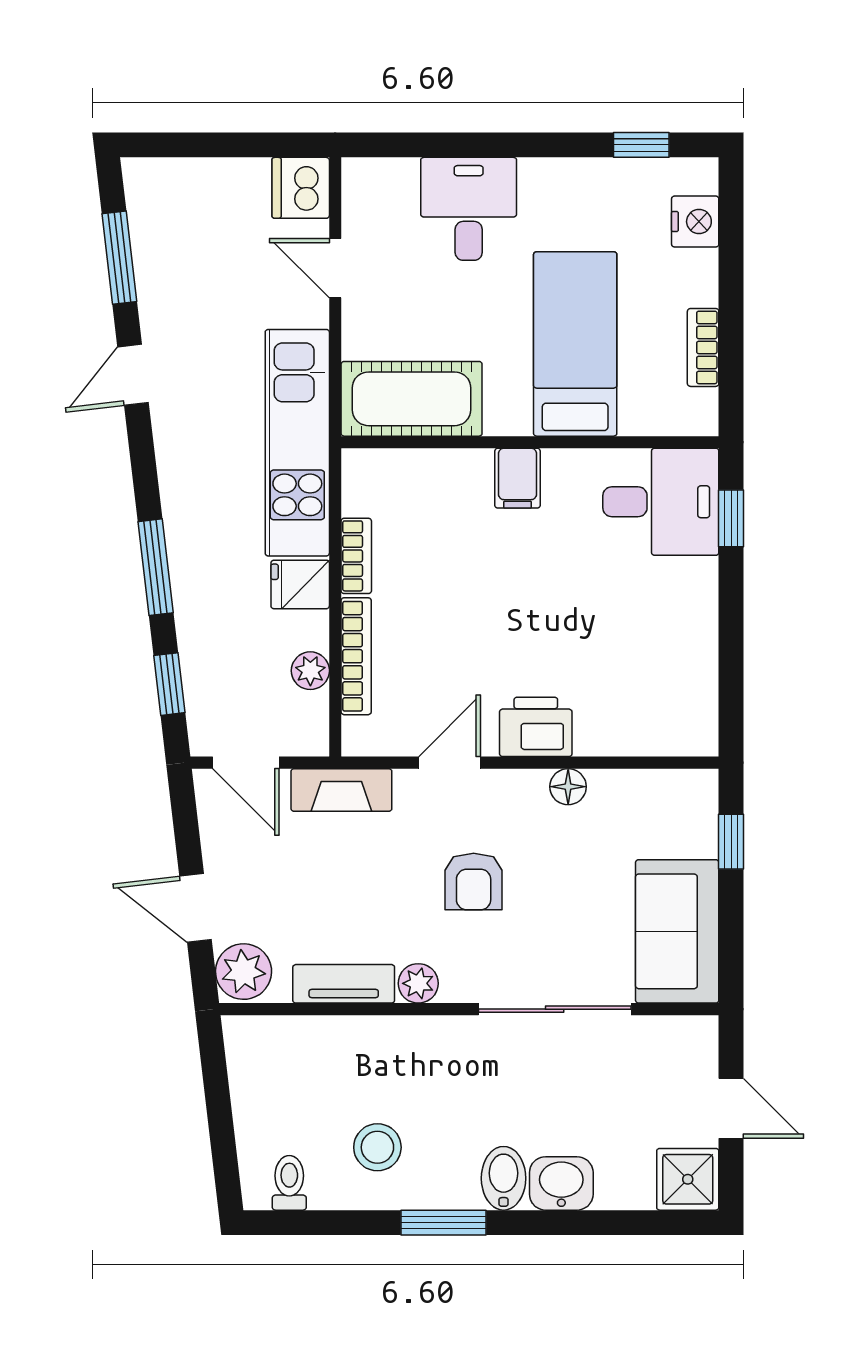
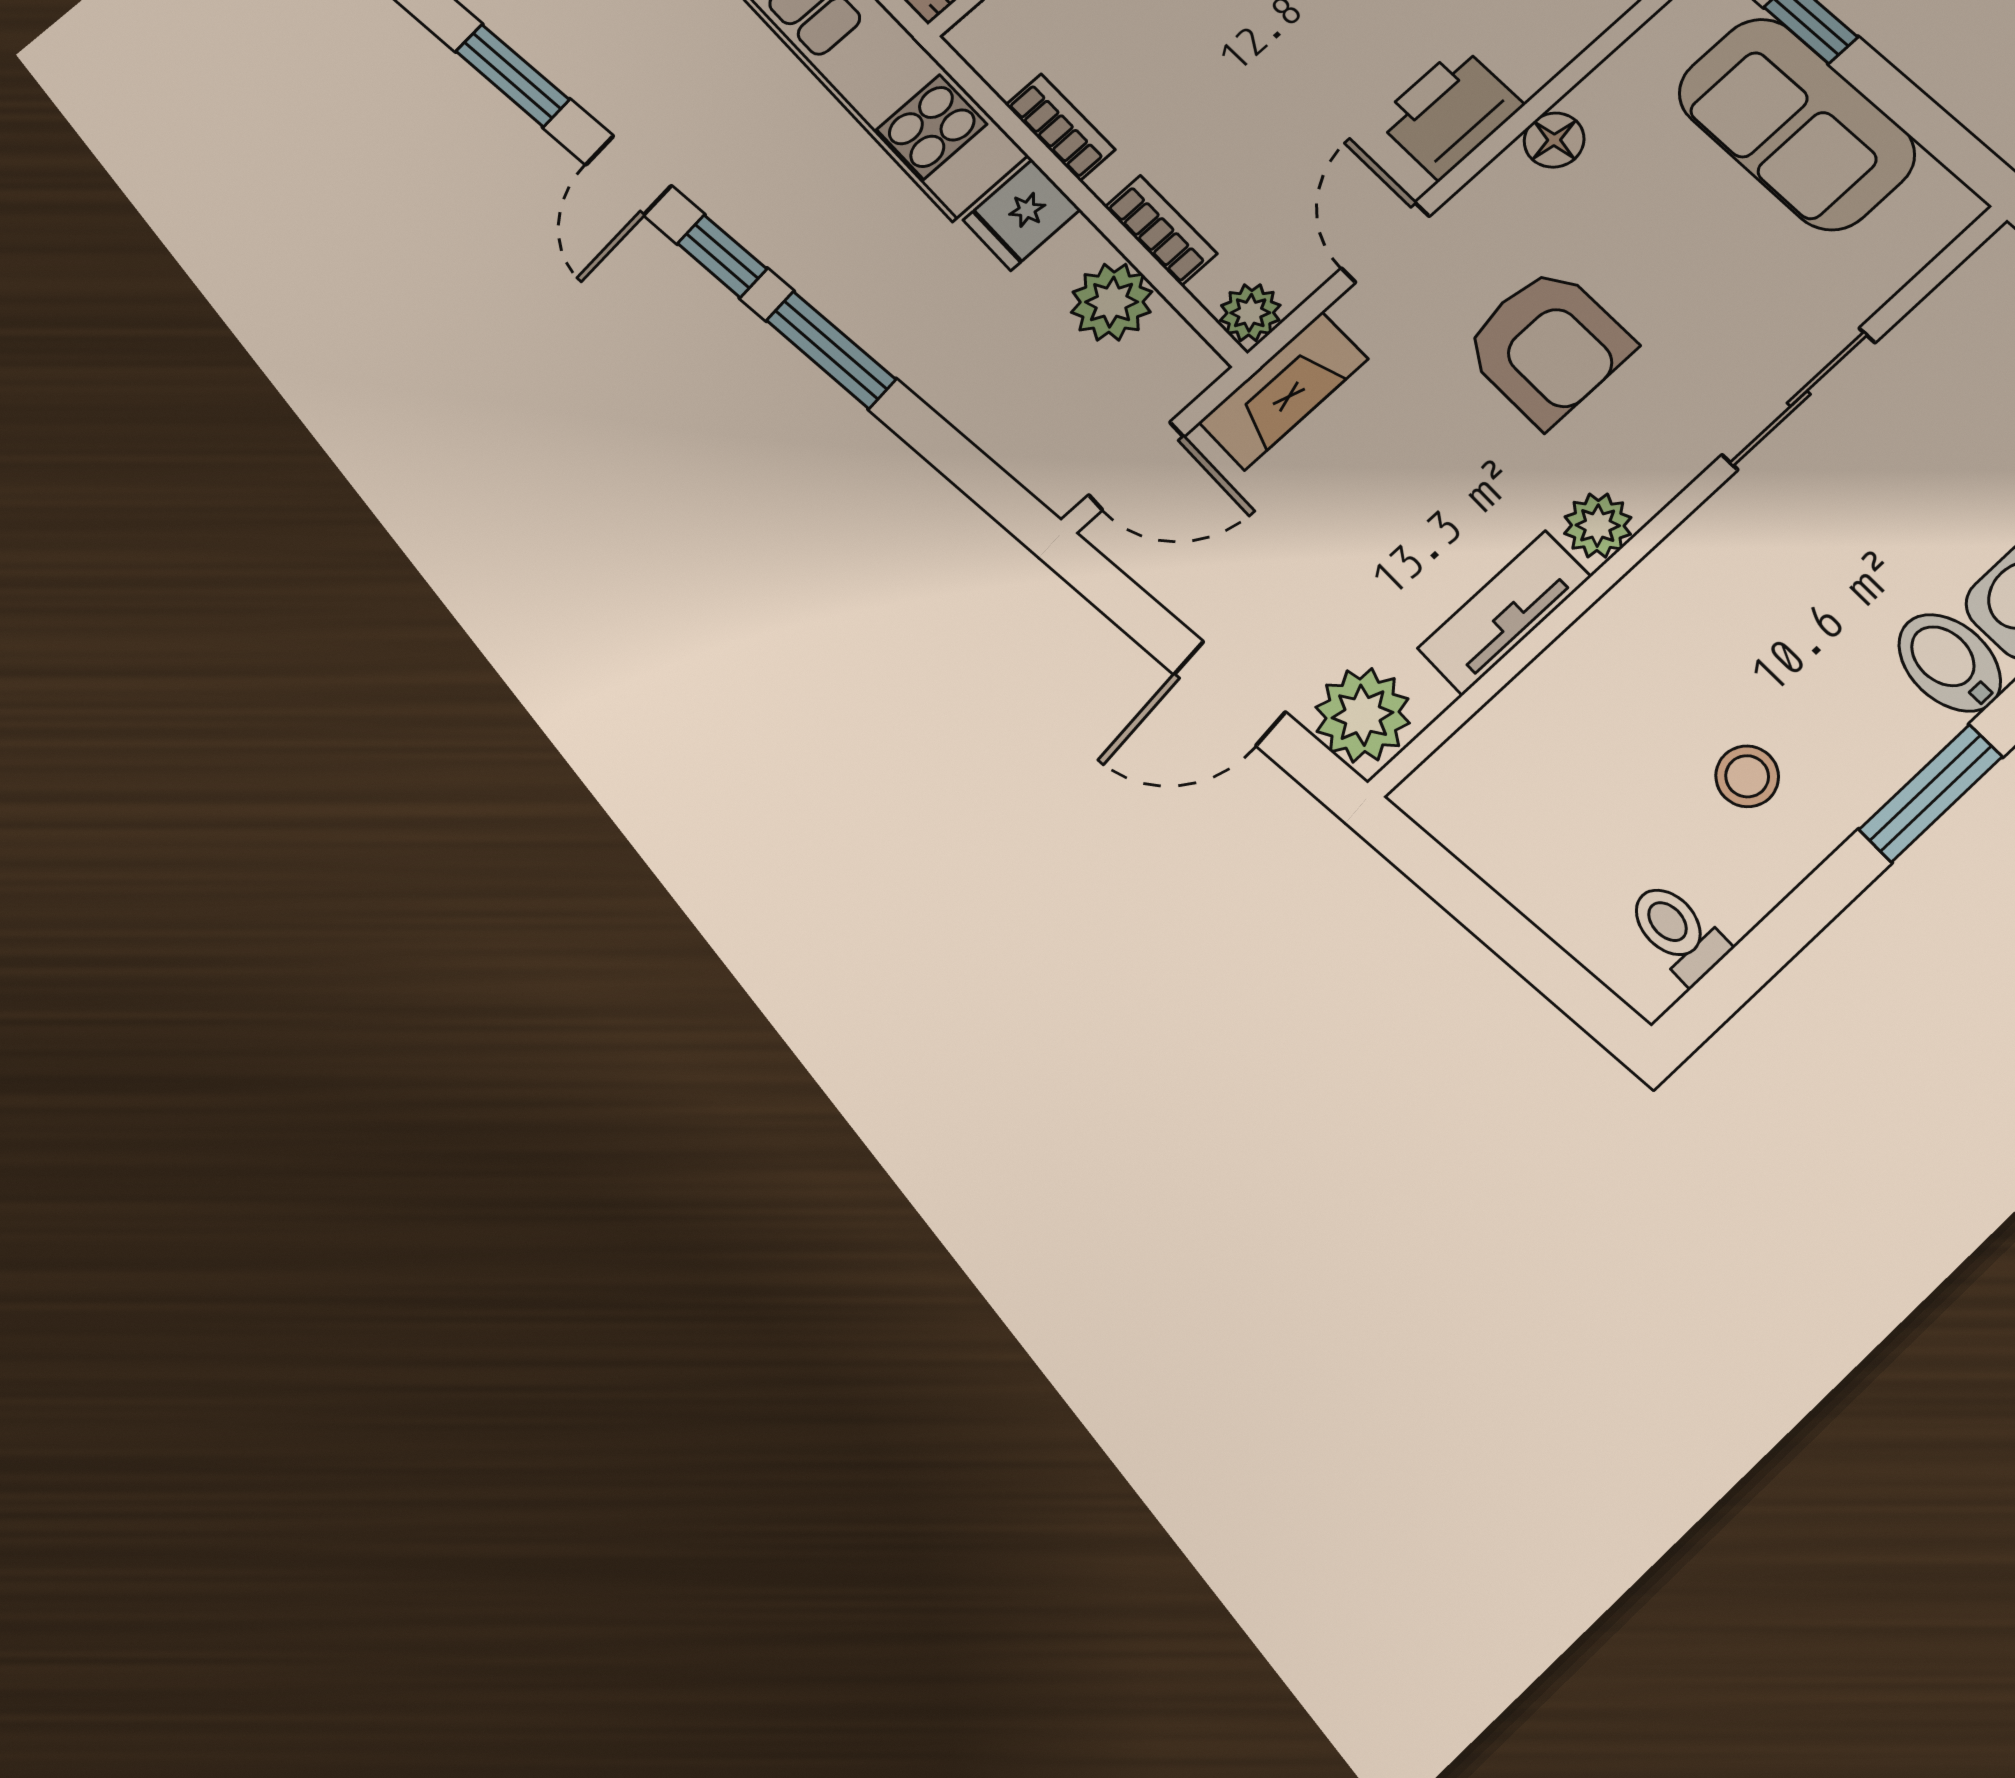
bookcase: (356, 656) -> (1161, 230), width x0.64
plant: (310, 671) -> (1112, 302), width x1.38, depth x1.38
window: (169, 684) -> (722, 256), moved
plant: (360, 738) -> (1250, 313), added
armchair: (474, 882) -> (1547, 346), width x1.38, depth x1.38
sofa: (677, 931) -> (1796, 123), moved
sliding door: (555, 1009) -> (1799, 399), width x0.73
stool: (377, 1147) -> (1747, 776), width x0.73, depth x0.73

